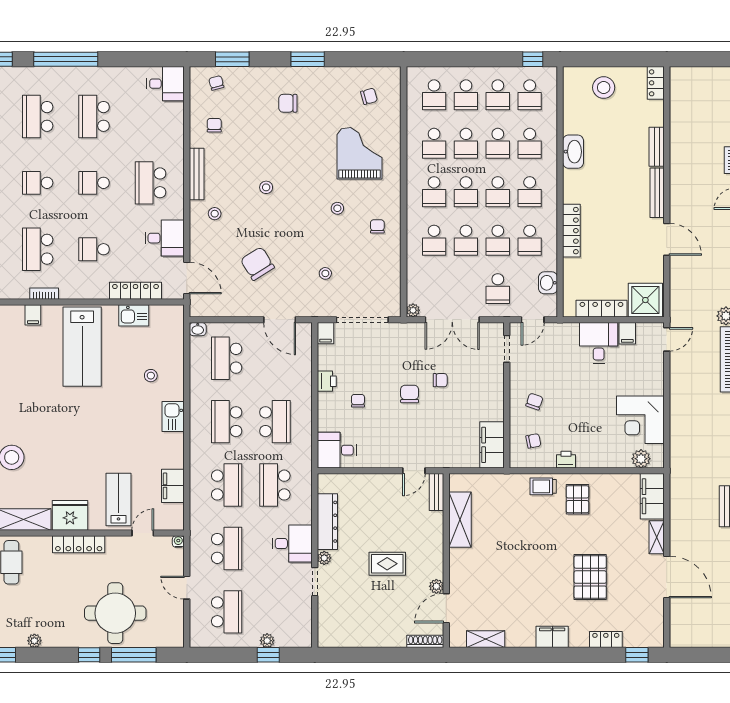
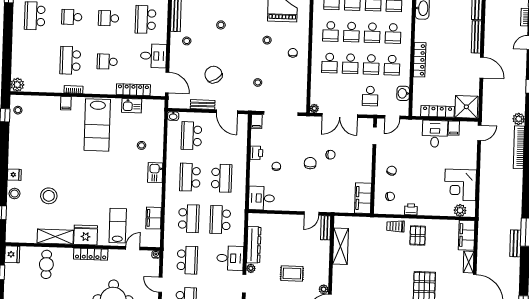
bench: (242, 310) -> (203, 105), added

